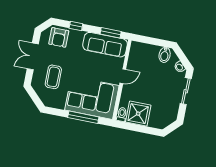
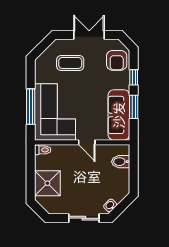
window: (111, 33) -> (134, 107), moved
armchair: (59, 37) -> (117, 60), turned -90
bidet: (165, 55) -> (121, 162), moved
shower: (138, 114) -> (47, 183), moved

